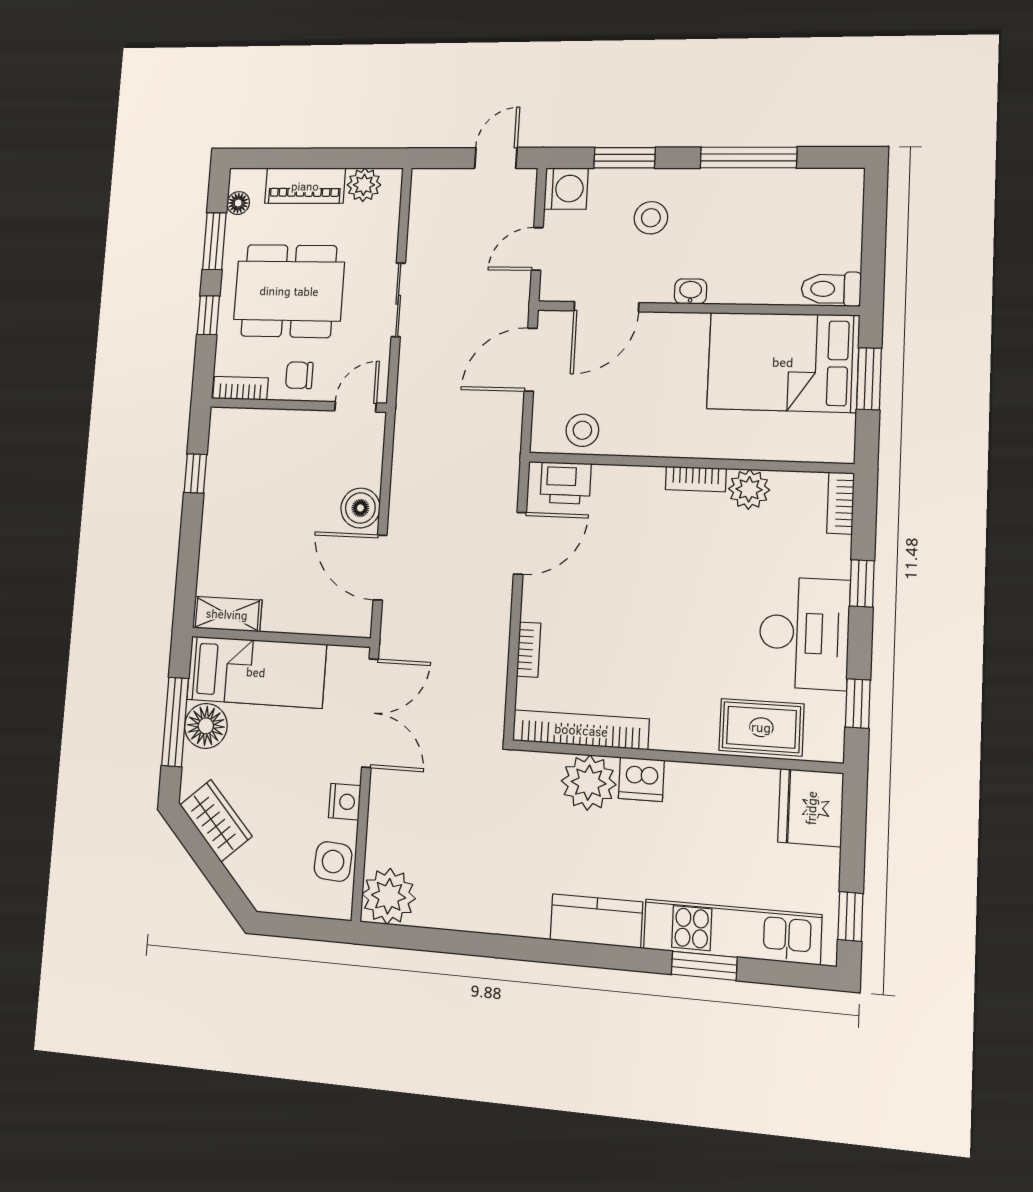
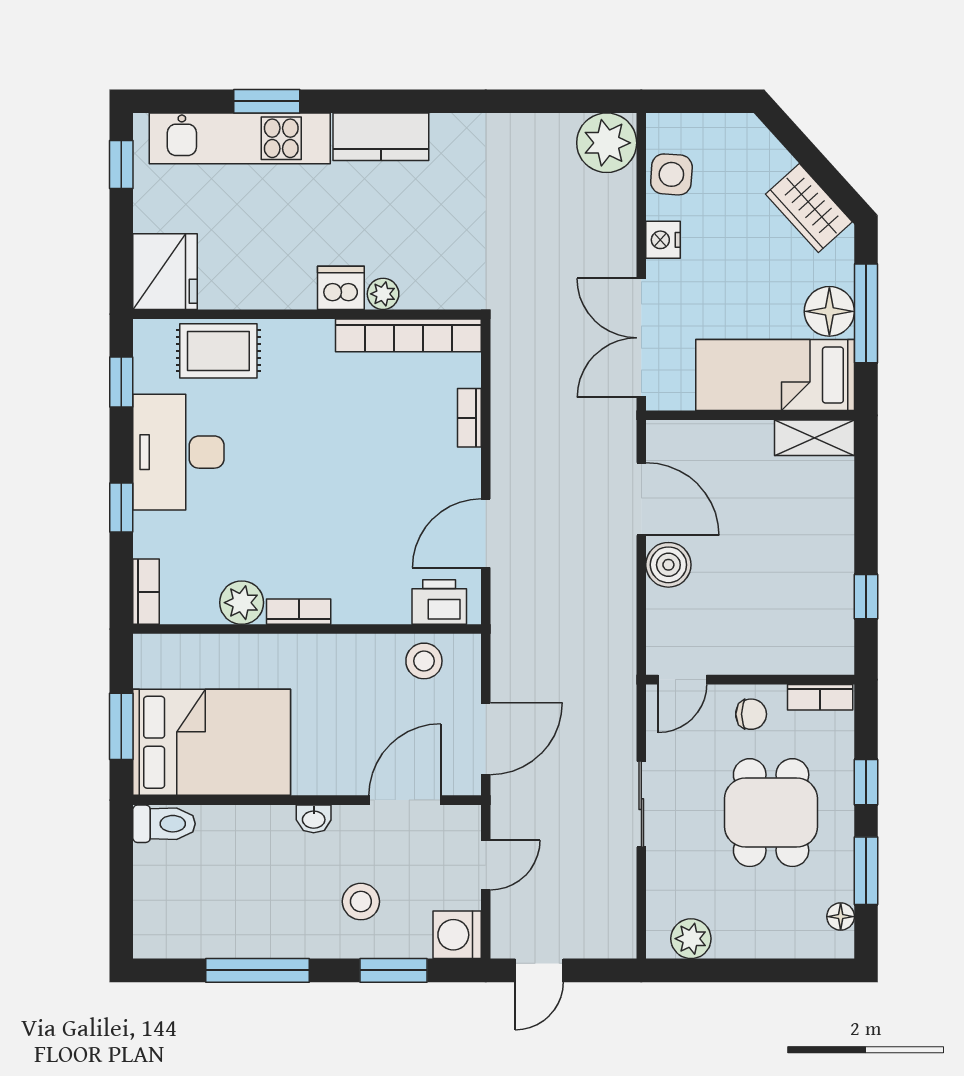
piano: (305, 186) -> (761, 938), removed
dining table: (289, 291) -> (771, 813), width x0.73
plant: (589, 783) -> (383, 294), width x0.53, depth x0.53

